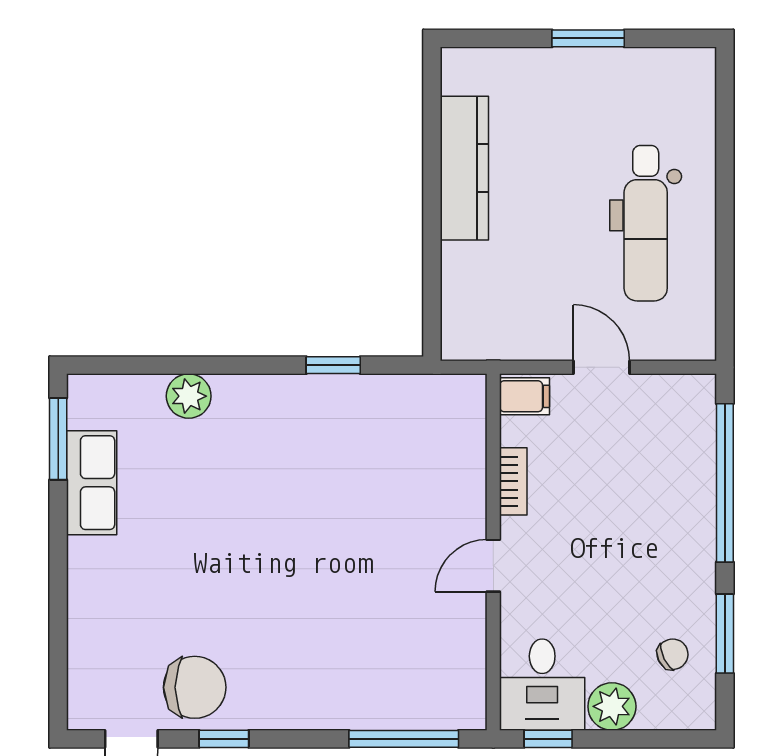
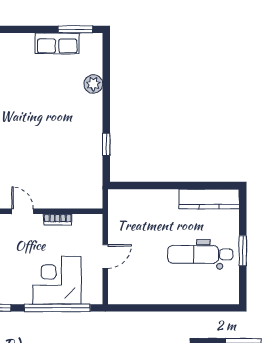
kitchen counter: (464, 168) -> (209, 199), moved
dental chair: (646, 223) -> (200, 254), moved
filing cabinet: (525, 396) -> (93, 224), removed
corner desk: (658, 483) -> (57, 280), added

